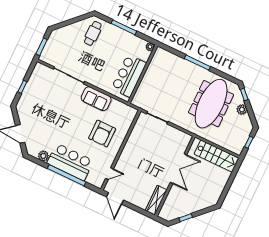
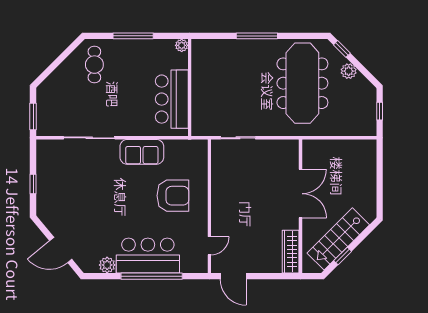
armchair: (102, 134) -> (173, 196), turned -90
stairs: (217, 156) -> (338, 239), moved, turned 135

